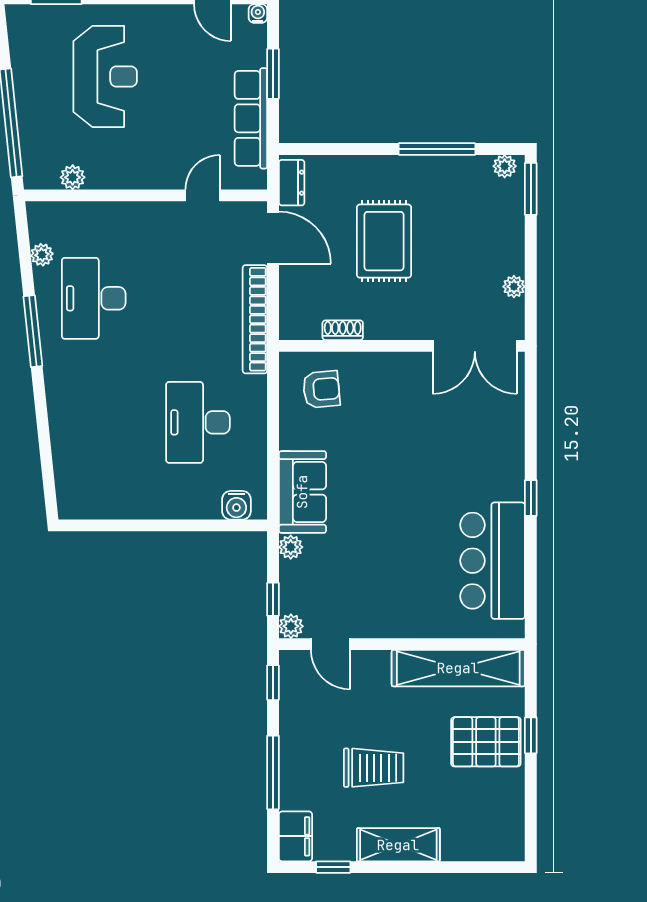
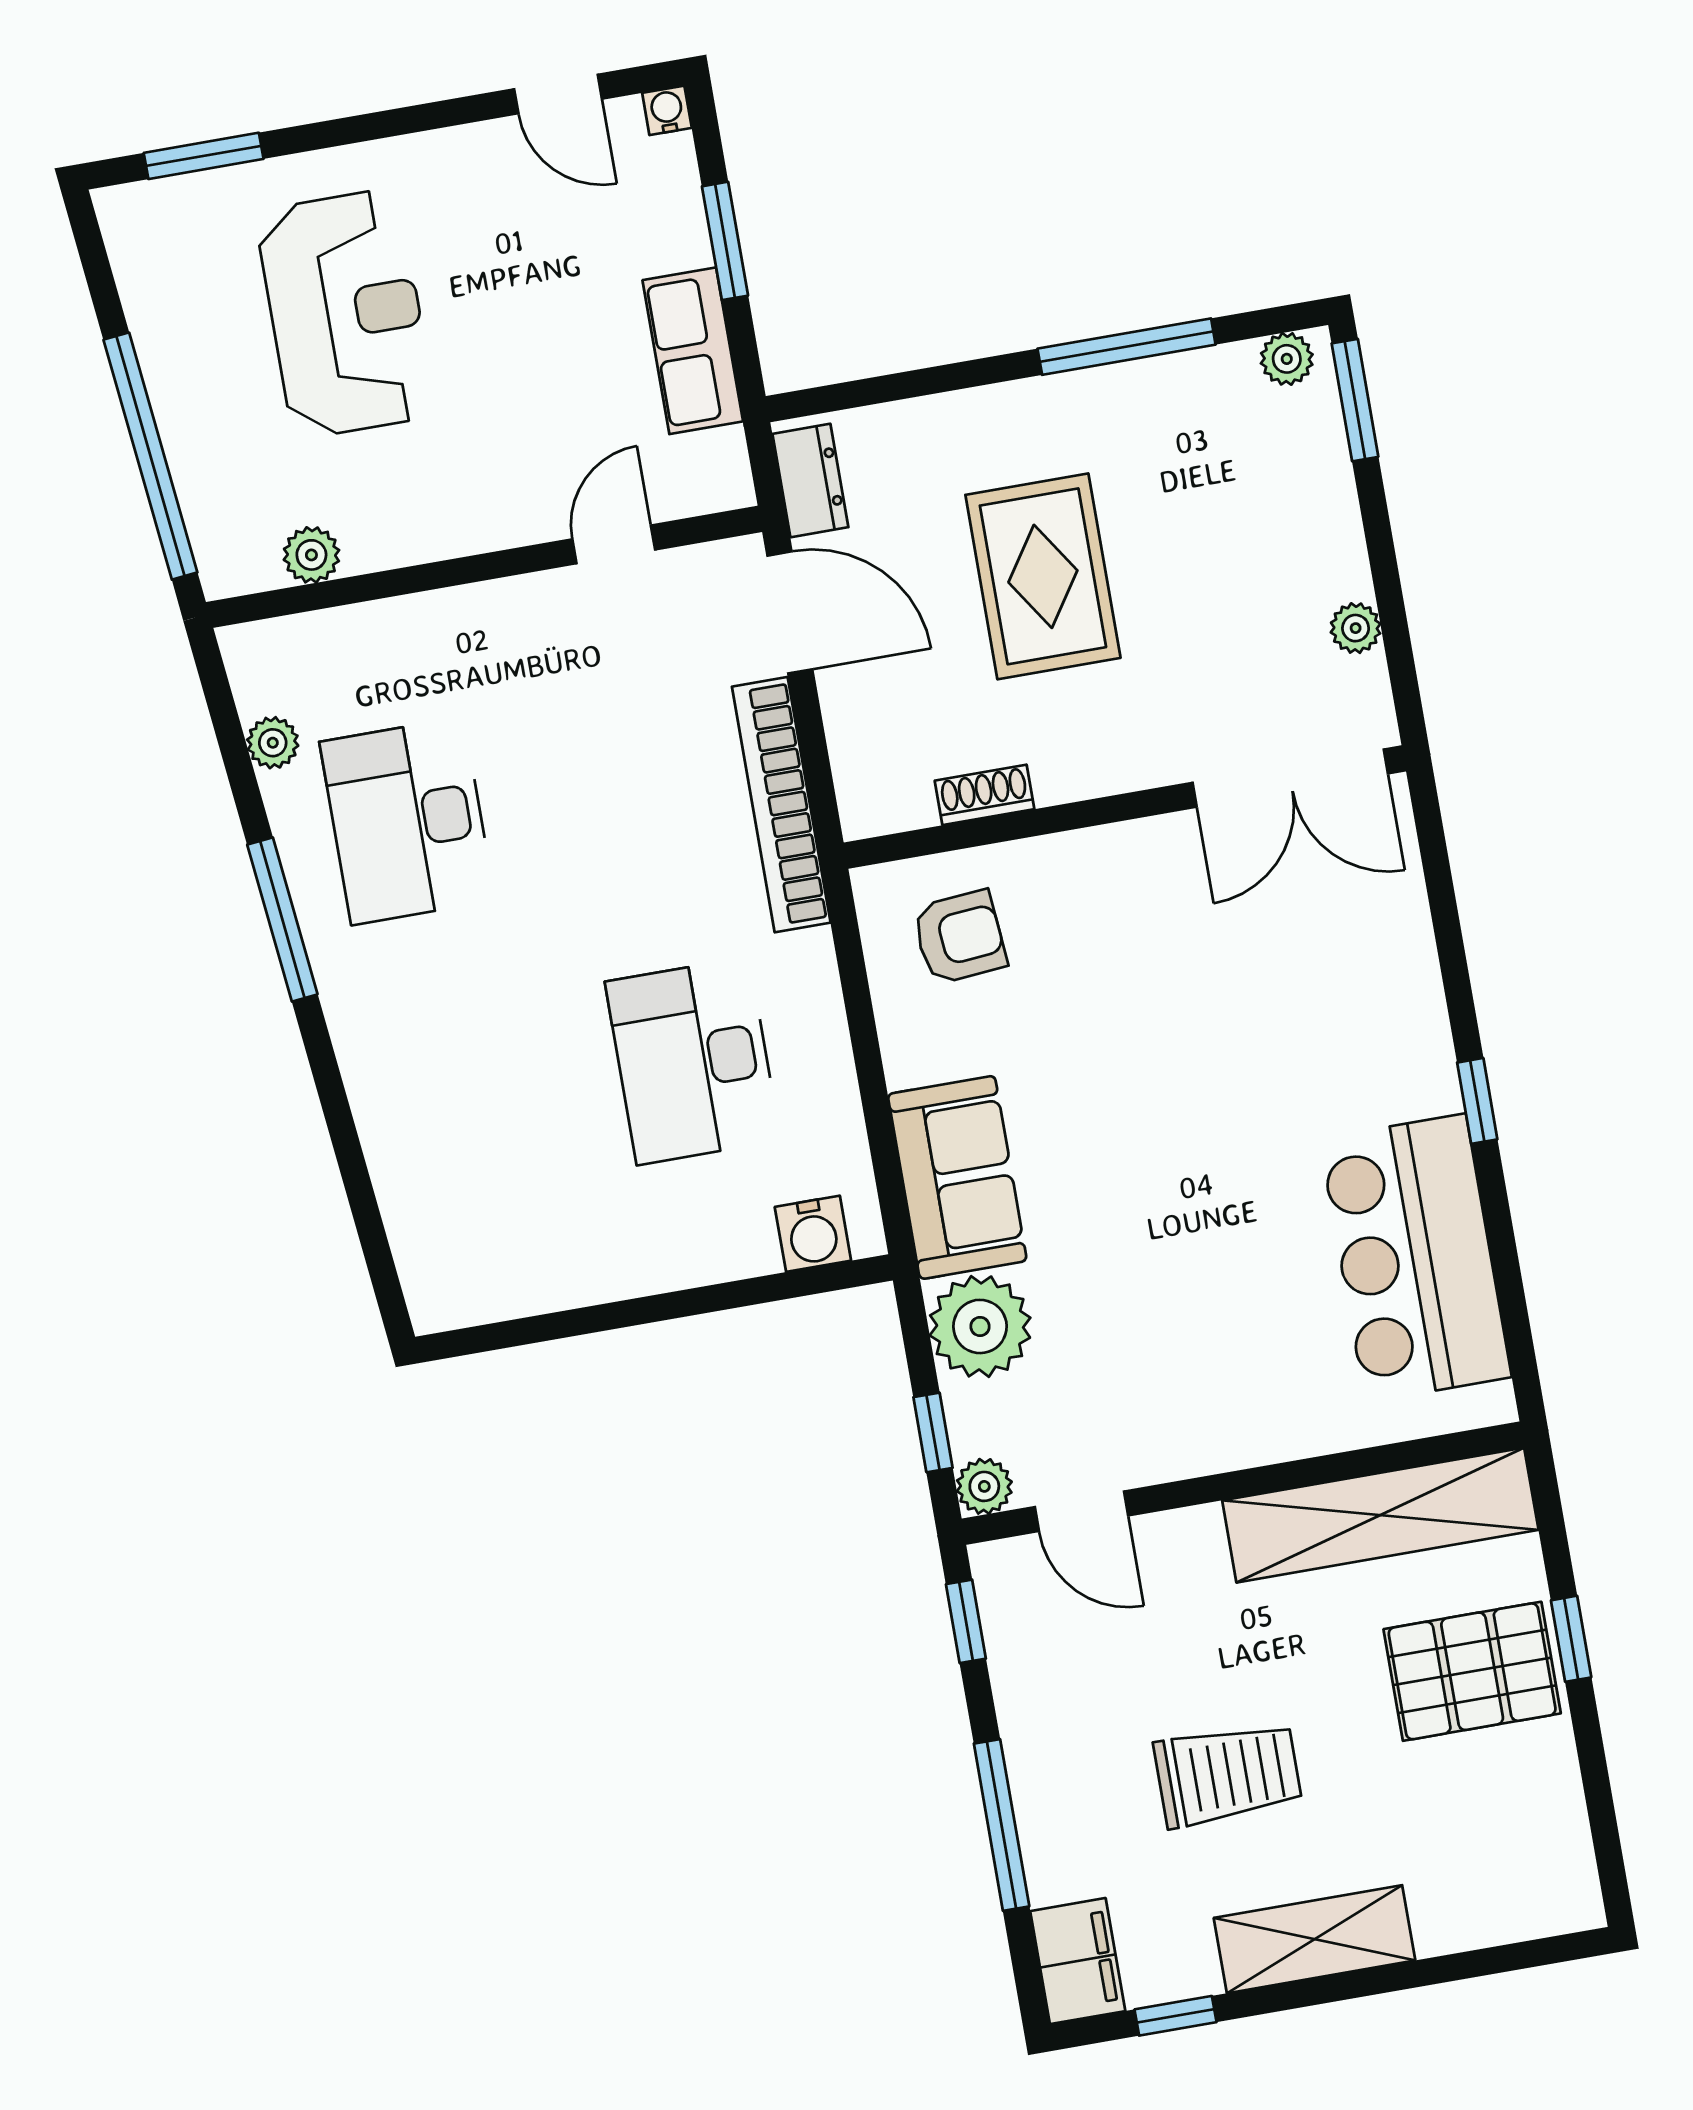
row of seats: (251, 118) -> (693, 351), width x0.68
plant: (291, 547) -> (980, 1326), width x1.88, depth x1.88

